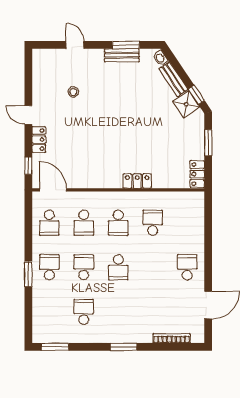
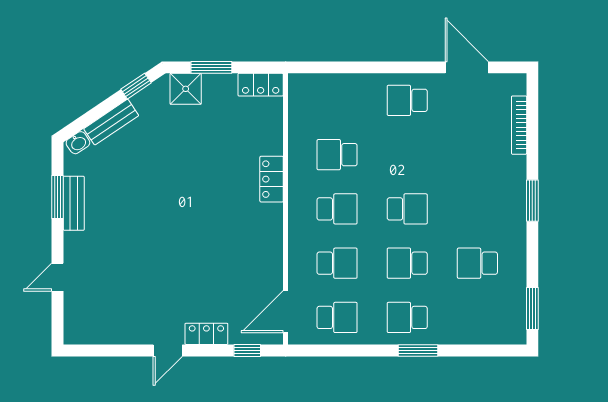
stool: (73, 92) -> (131, 280), removed
shower: (186, 104) -> (186, 89), moved, turned 34

